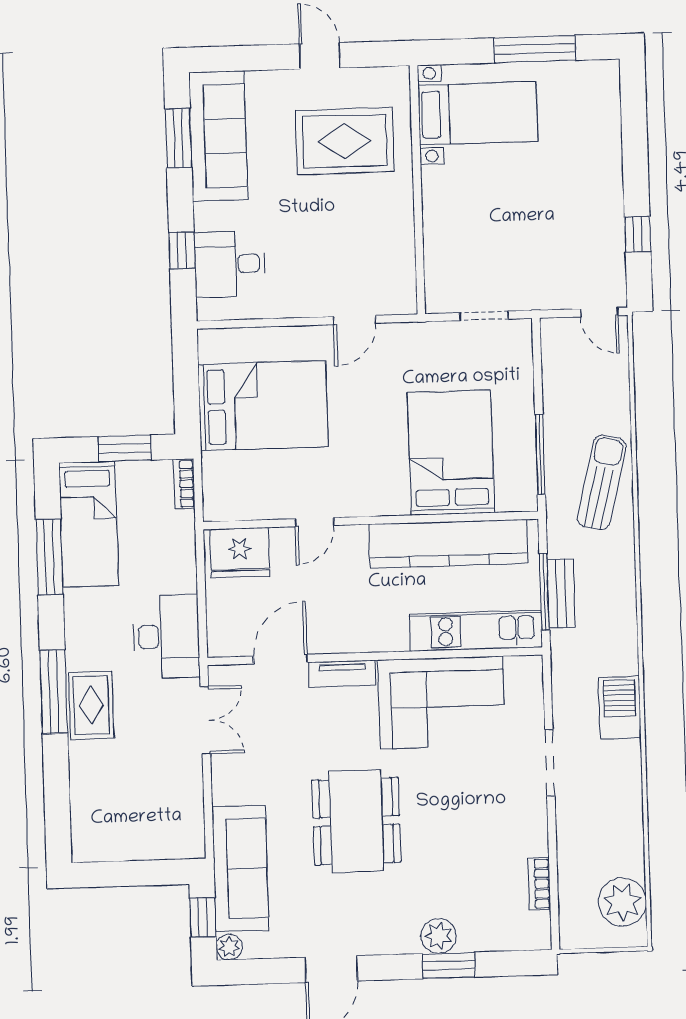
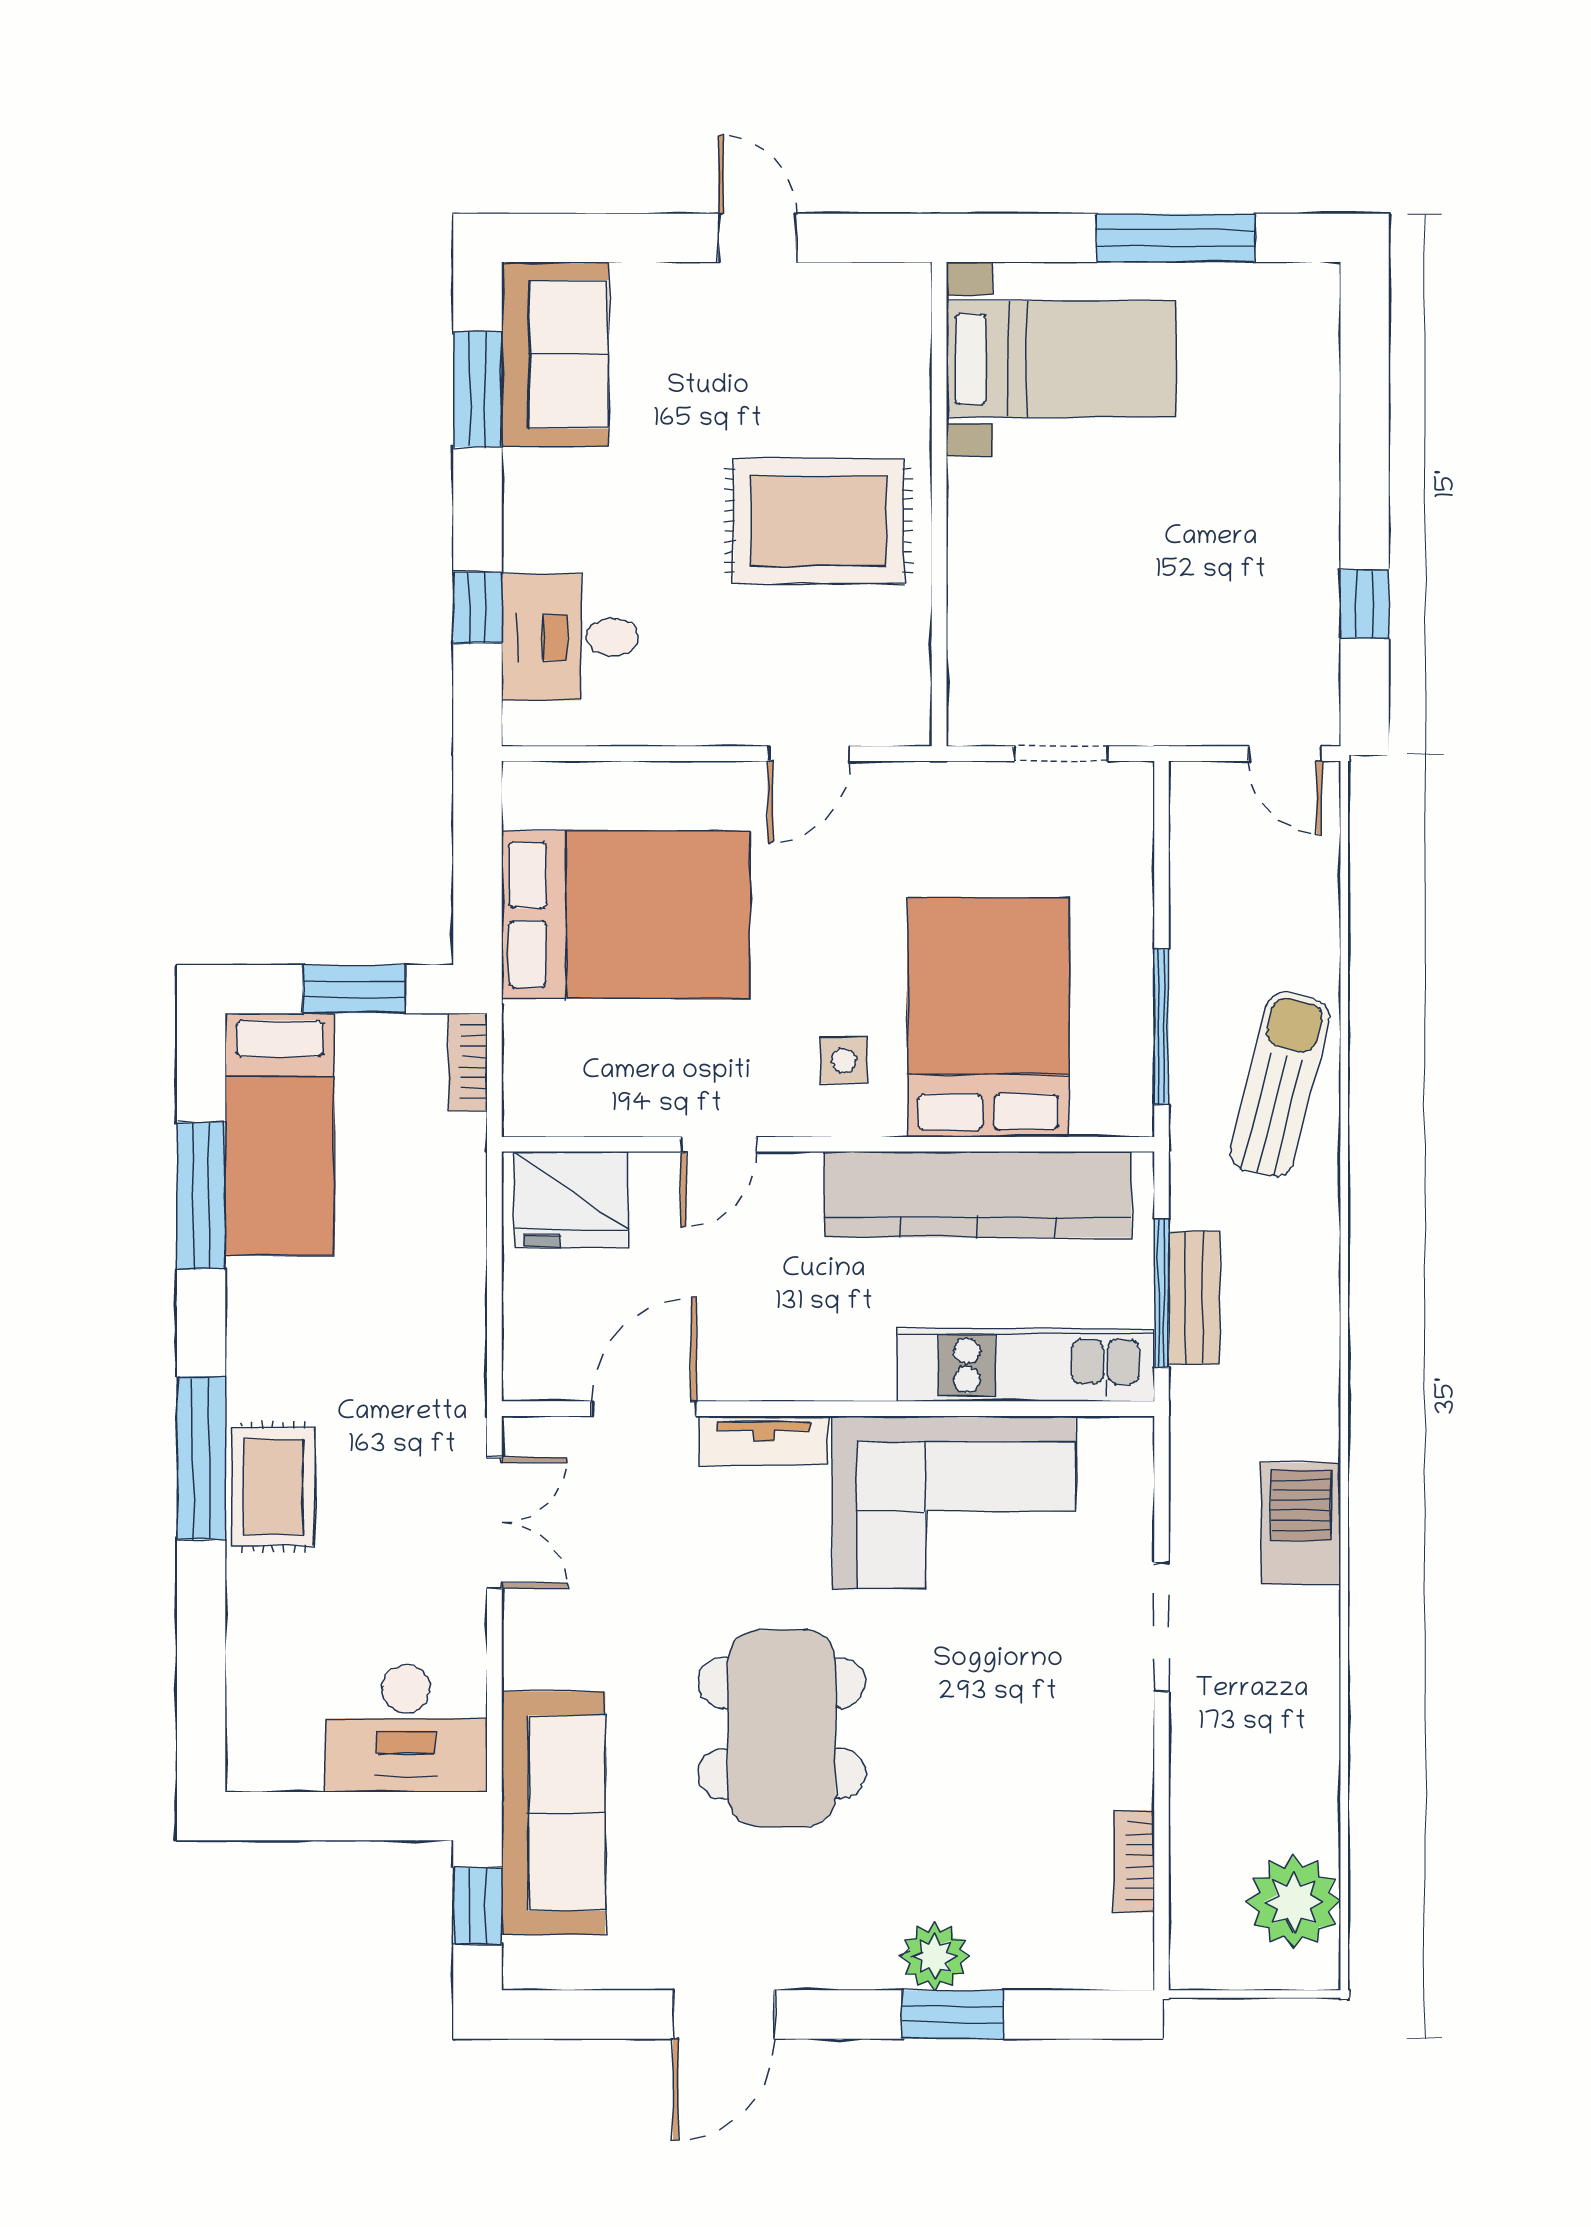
sofa: (218, 136) -> (555, 354), width x0.73
rug: (345, 141) -> (819, 521), moved
side table: (377, 477) -> (844, 1060), added
desk: (166, 636) -> (406, 1728), moved, turned 90
plant: (229, 947) -> (527, 1965), removed

